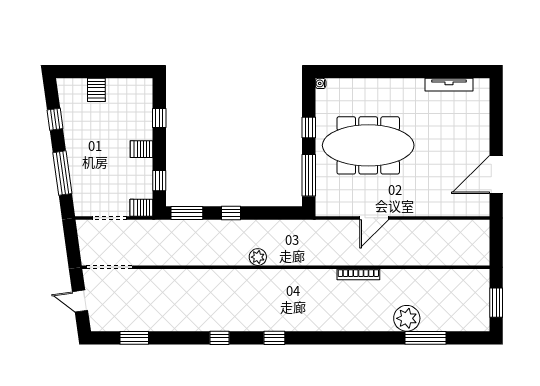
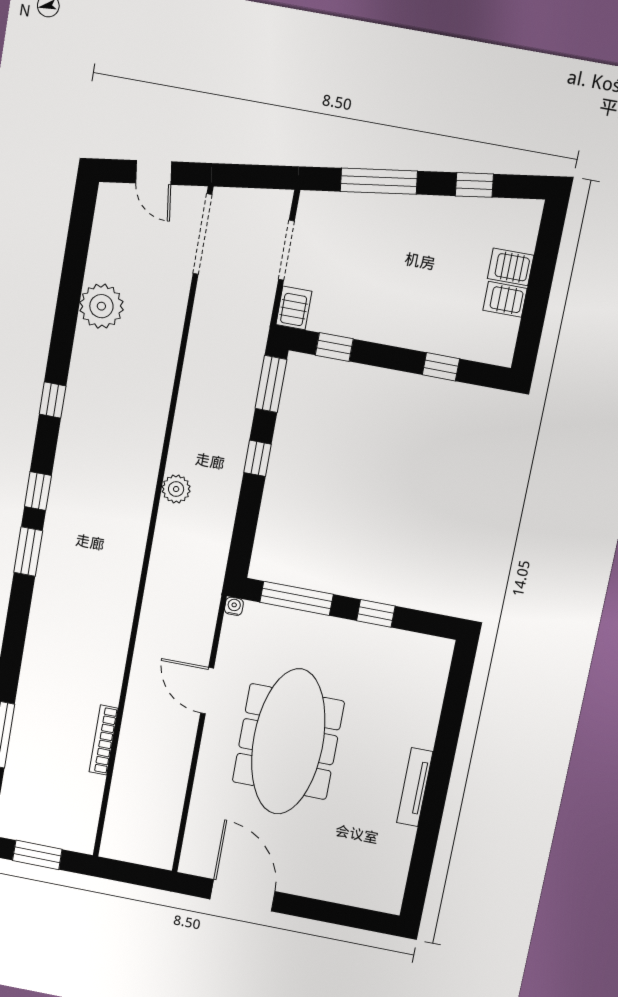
water cooler: (321, 83) -> (234, 606), moved
tv unit: (449, 85) -> (415, 787), moved
meeting table: (368, 145) -> (288, 742), moved
server rack: (141, 149) -> (505, 299), moved, turned -90
bookcase: (358, 274) -> (104, 740), moved
door: (80, 301) -> (154, 172), swing flipped
plant: (407, 318) -> (101, 306), moved
window: (134, 338) -> (28, 552), moved

